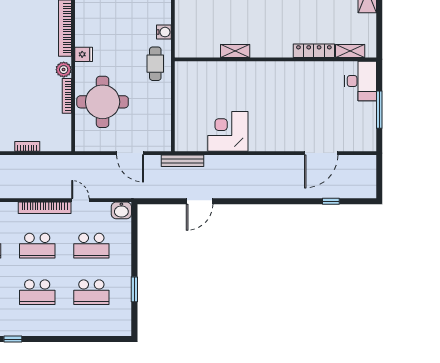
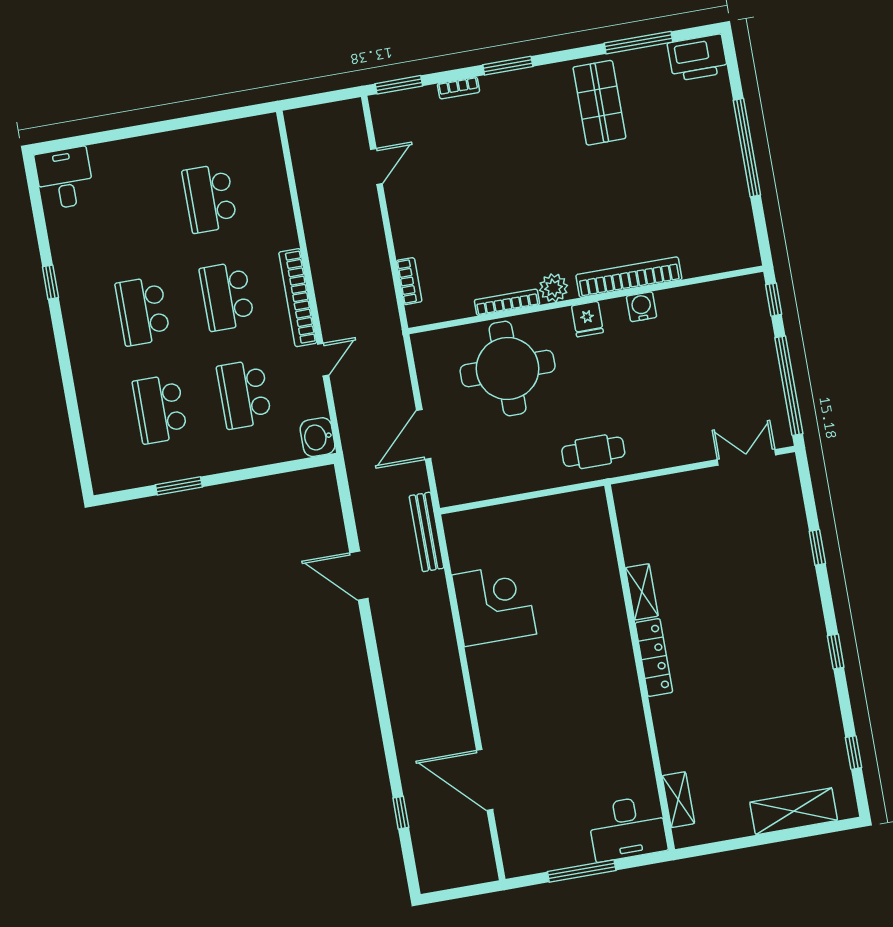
water cooler: (164, 32) -> (642, 307), moved, turned 180
locker: (314, 51) -> (654, 658), moved
bookcase: (27, 146) -> (409, 281), moved

